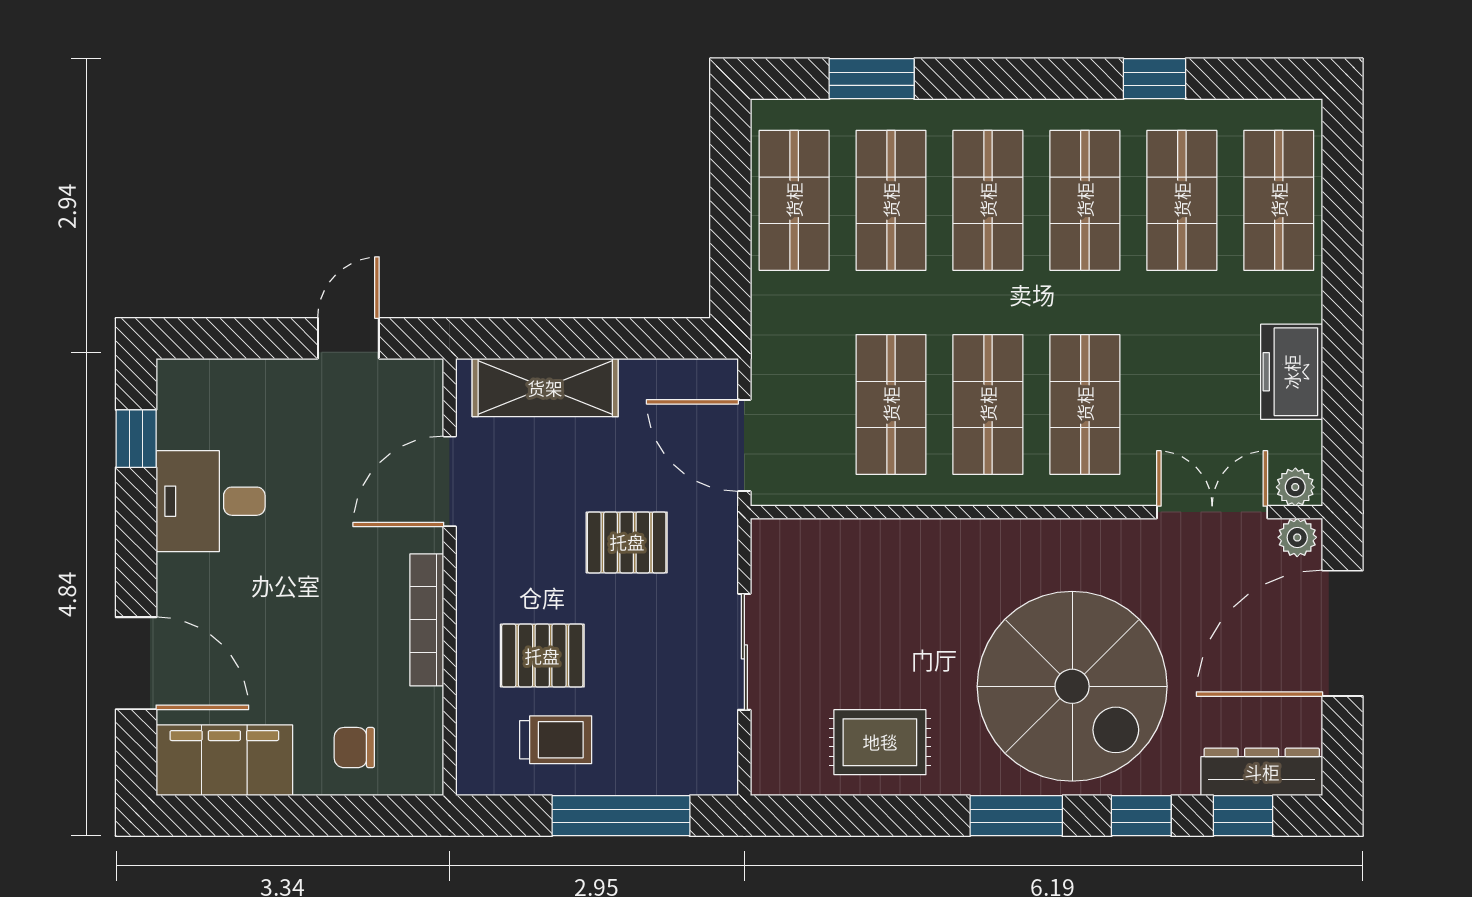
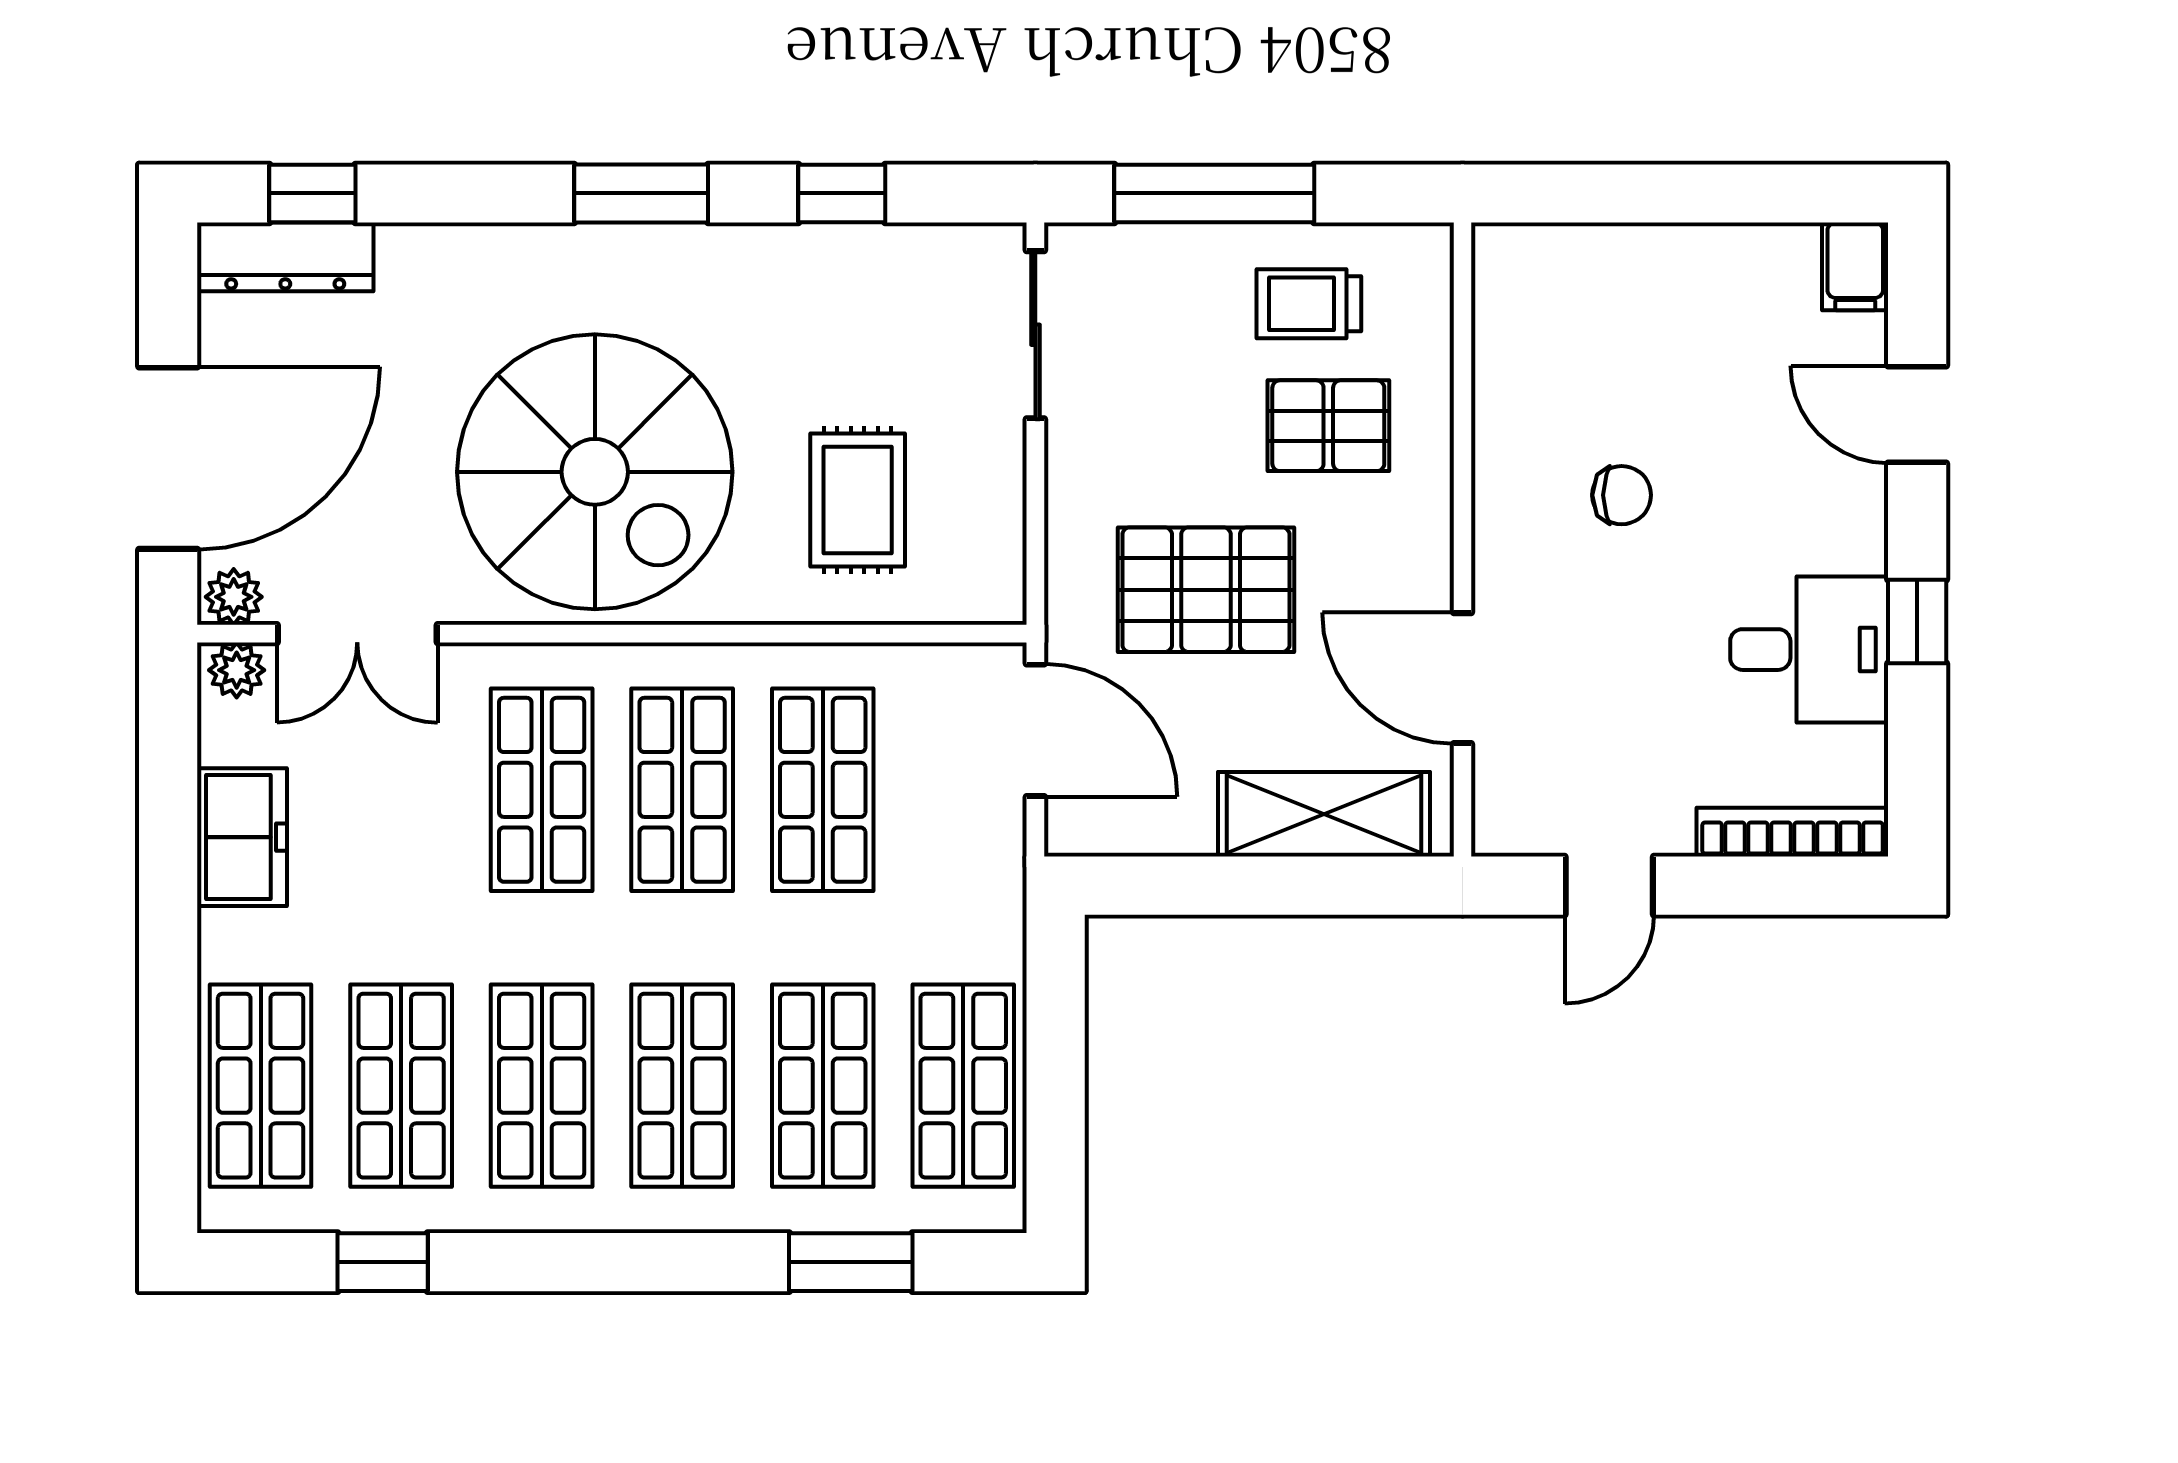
window: (1155, 79) -> (383, 1262), moved
window: (136, 439) -> (1917, 622), moved
door: (450, 481) -> (1463, 678), swing flipped
pallet: (627, 542) -> (1206, 590), width x1.50, depth x1.42
bookcase: (427, 620) -> (1792, 832), moved, turned -90
sliding door: (744, 652) -> (1035, 335), moved
door: (136, 663) -> (1917, 414), width x0.73
spiral stairs: (1072, 686) -> (595, 472), moved, turned 180
rug: (880, 742) -> (858, 500), moved, turned 90
chair: (354, 748) -> (1622, 495), moved
filing cabinet: (224, 760) -> (1855, 266), width x0.33, depth x0.86
window: (1141, 816) -> (842, 193), moved

